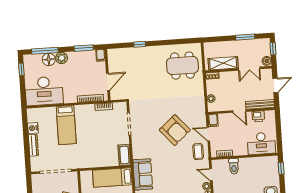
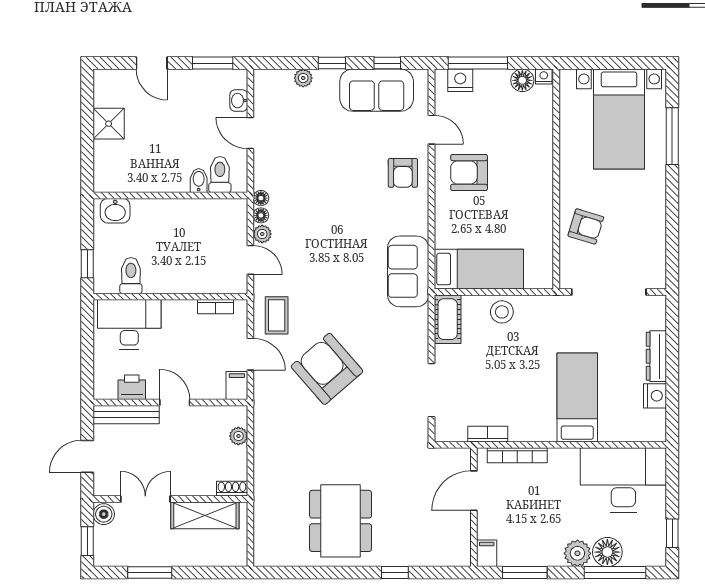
dining table: (182, 66) -> (341, 521), moved, turned 90
stool: (101, 160) -> (502, 312), added
toilet: (234, 166) -> (131, 276), moved

